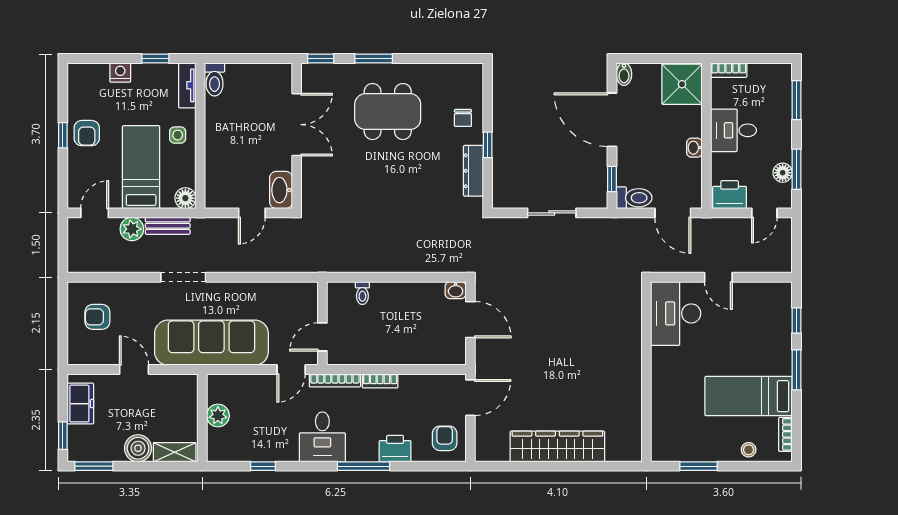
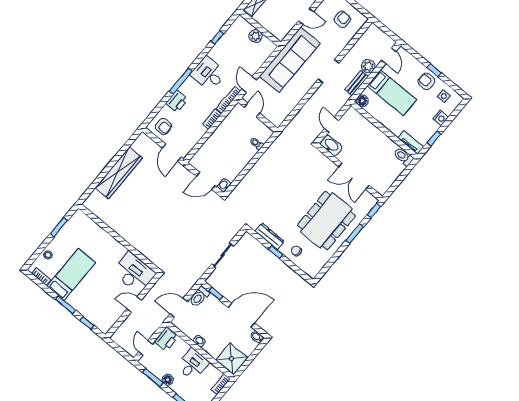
dining table: (388, 112) -> (326, 220), width x1.36, depth x1.24
side table: (178, 135) -> (444, 96), moved
floor lamp: (783, 173) -> (168, 380), moved

